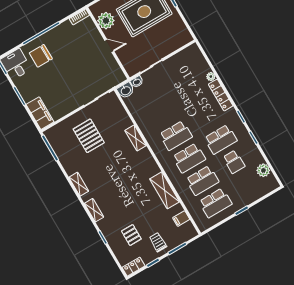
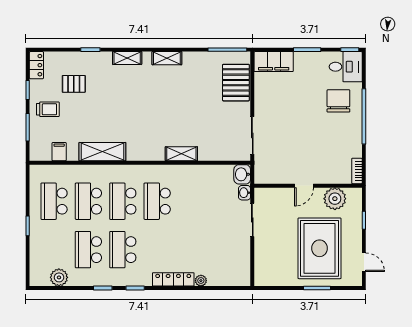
pallet: (89, 136) -> (236, 83), moved, turned 90
school desk: (234, 162) -> (88, 250), width x1.85

